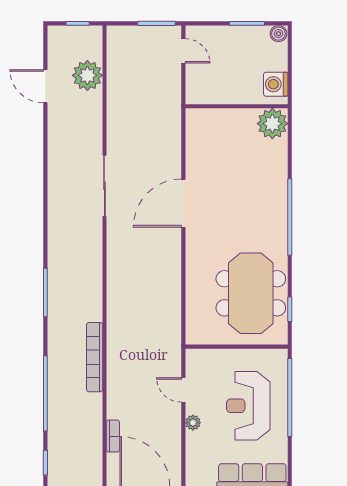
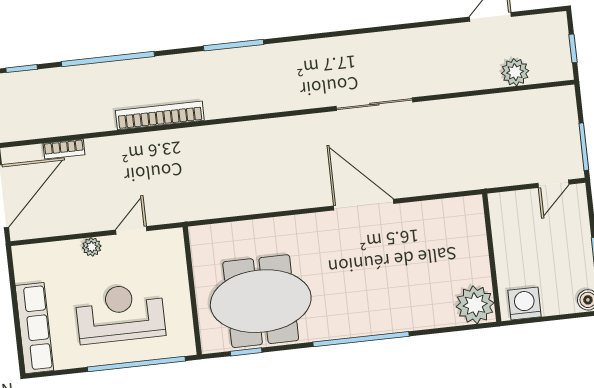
plant: (87, 75) -> (515, 72), width x0.73, depth x0.73

